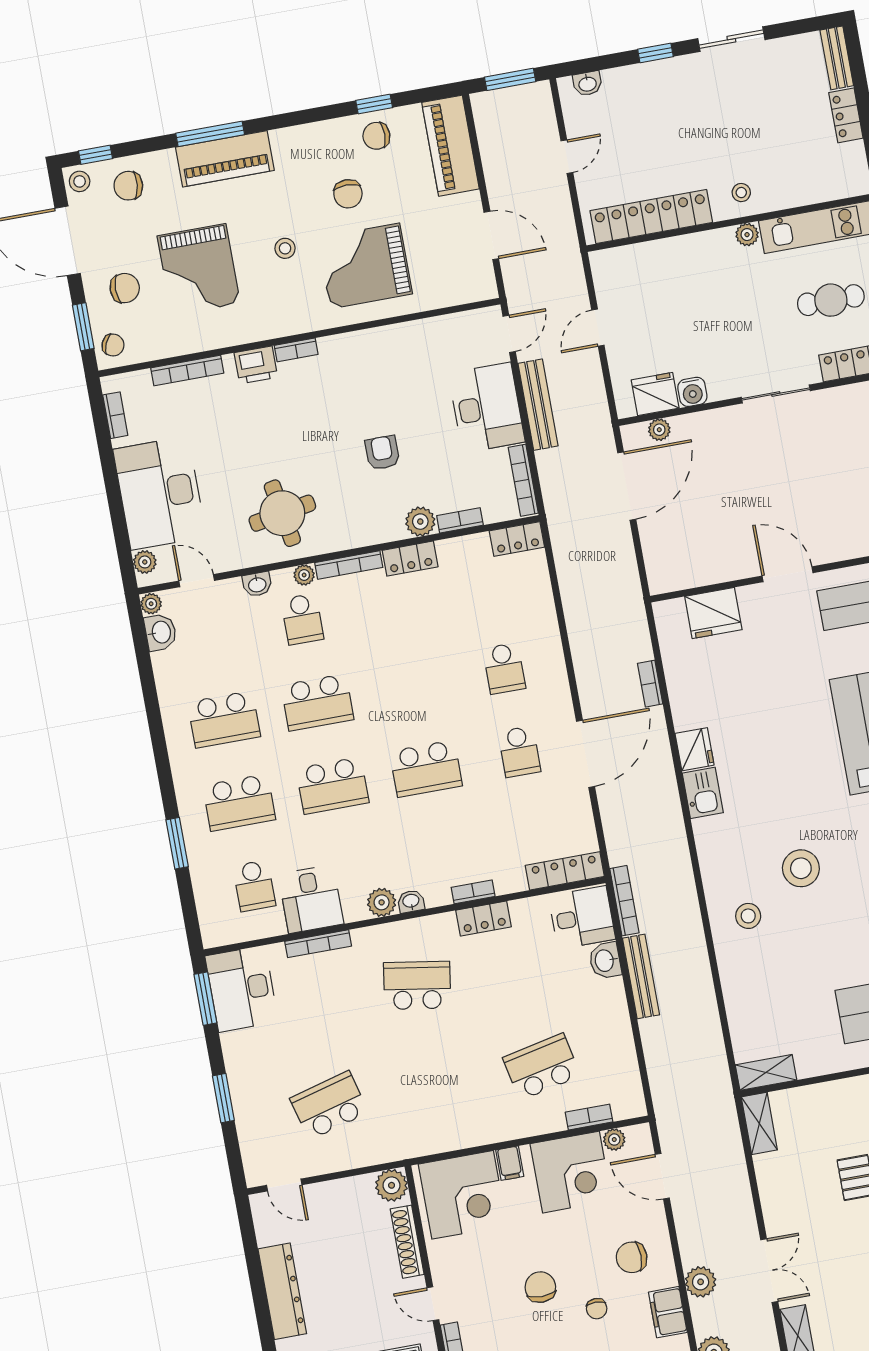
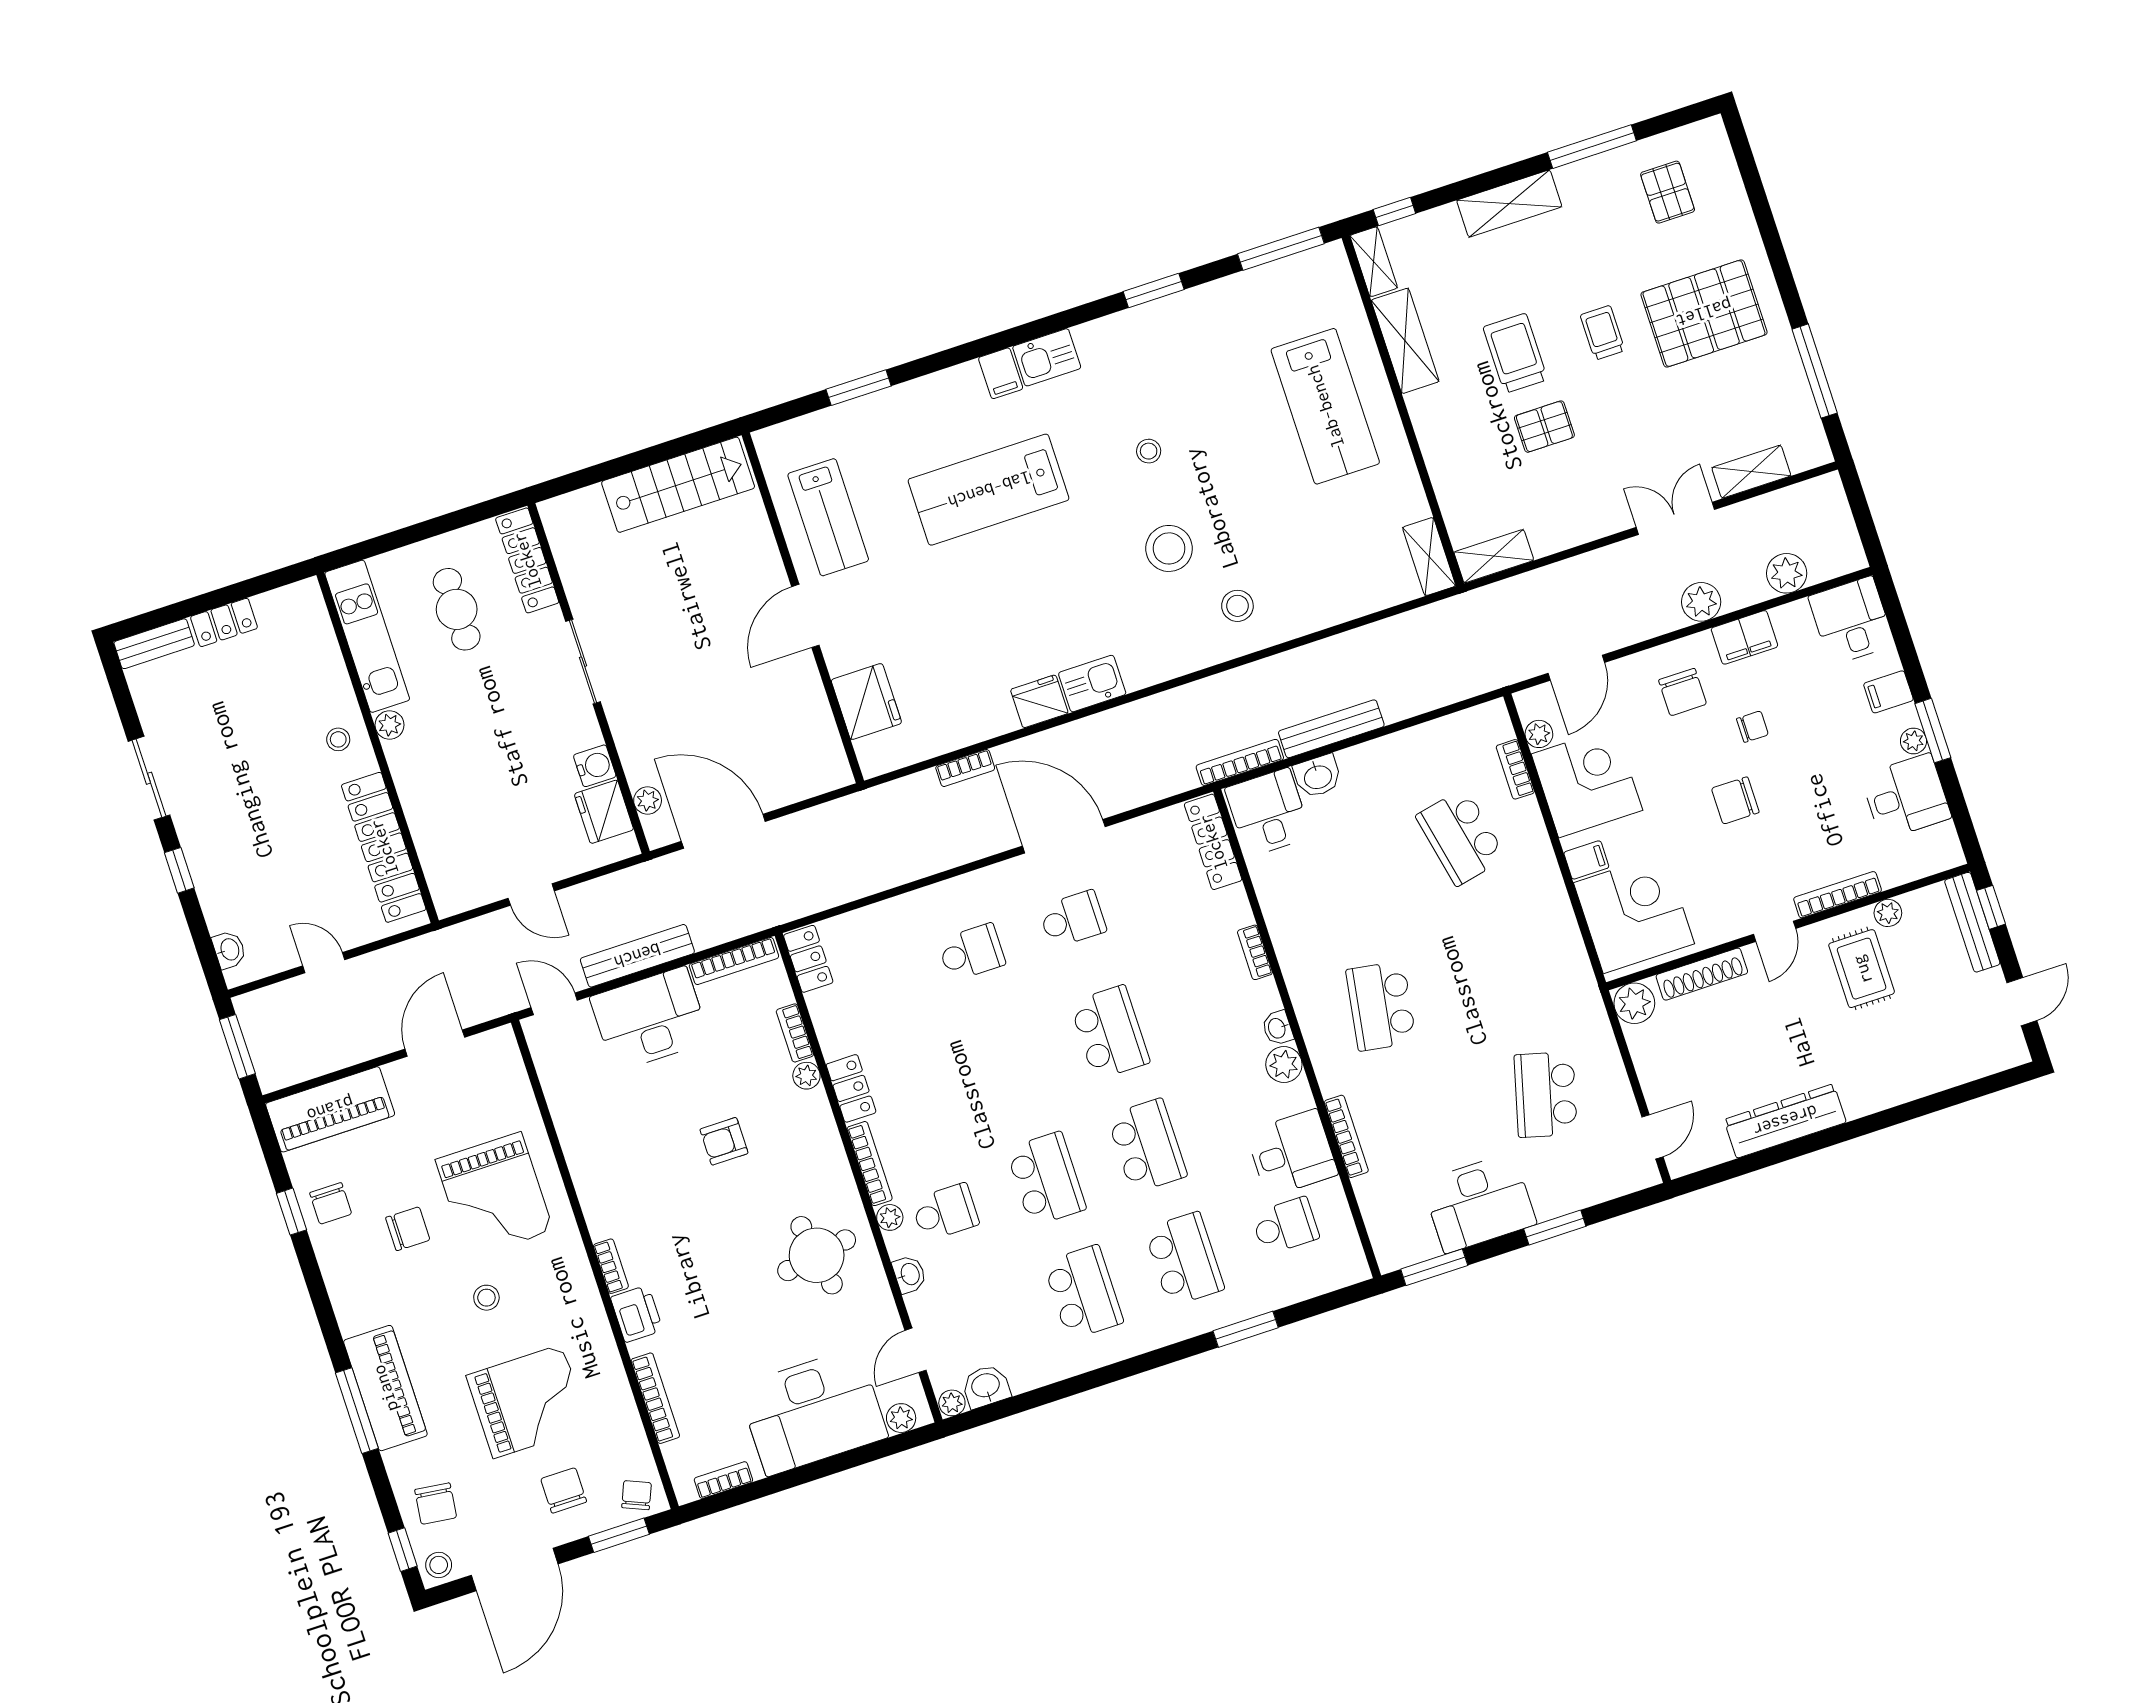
plant: (420, 522) -> (806, 1076), width x0.73, depth x0.73
locker: (483, 918) -> (1286, 935), removed
desk: (242, 989) -> (1479, 1203), moved
school desk: (329, 1105) -> (1546, 1095), turned 30

